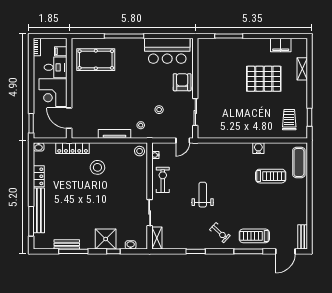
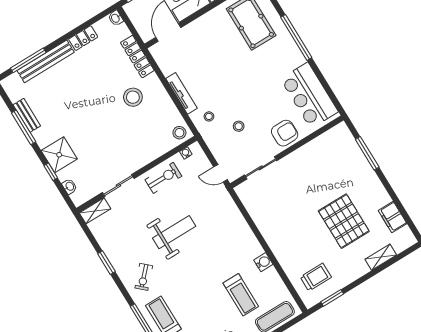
weight bench: (203, 195) -> (174, 232), width x1.36, depth x1.33

